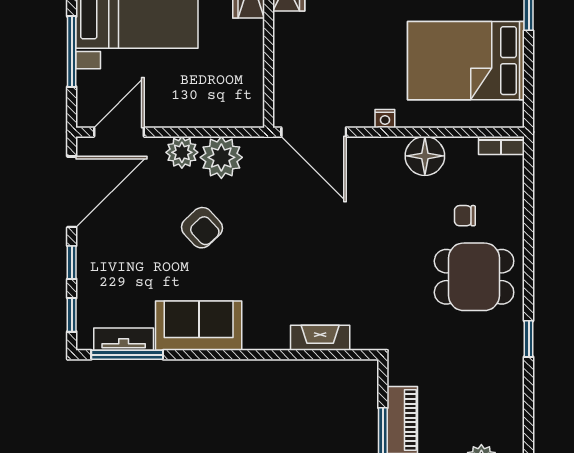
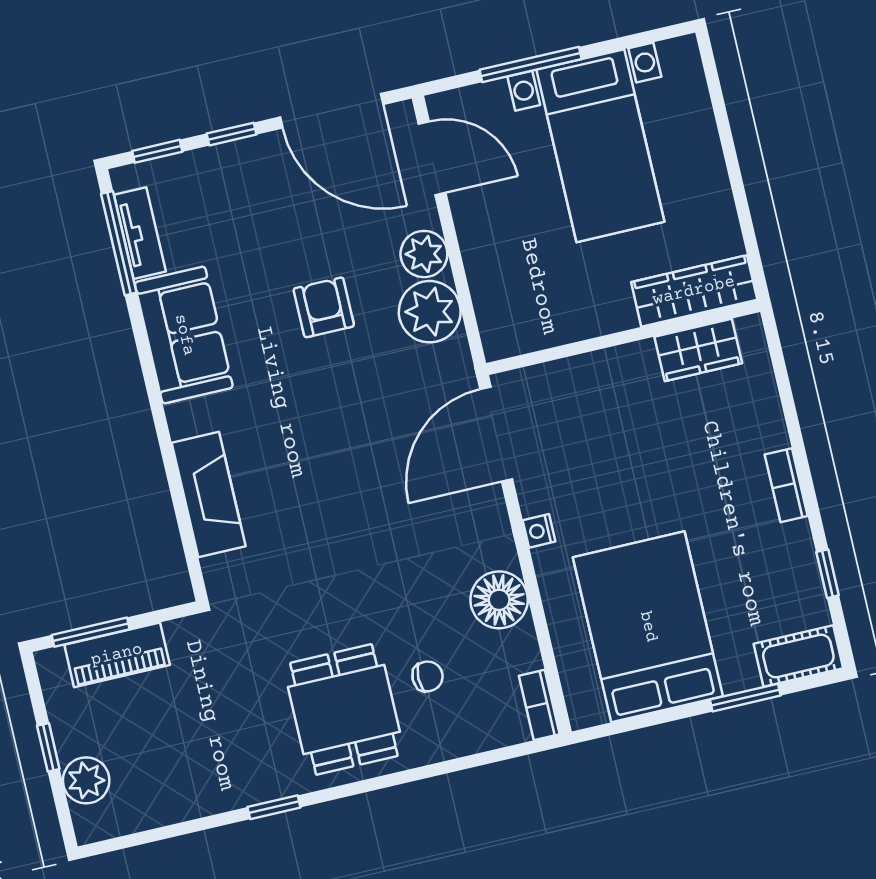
chair: (465, 216) -> (428, 676), turned 90
armchair: (202, 228) -> (324, 307), turned 133
fireplace: (320, 338) -> (209, 494), width x1.37, depth x1.32

